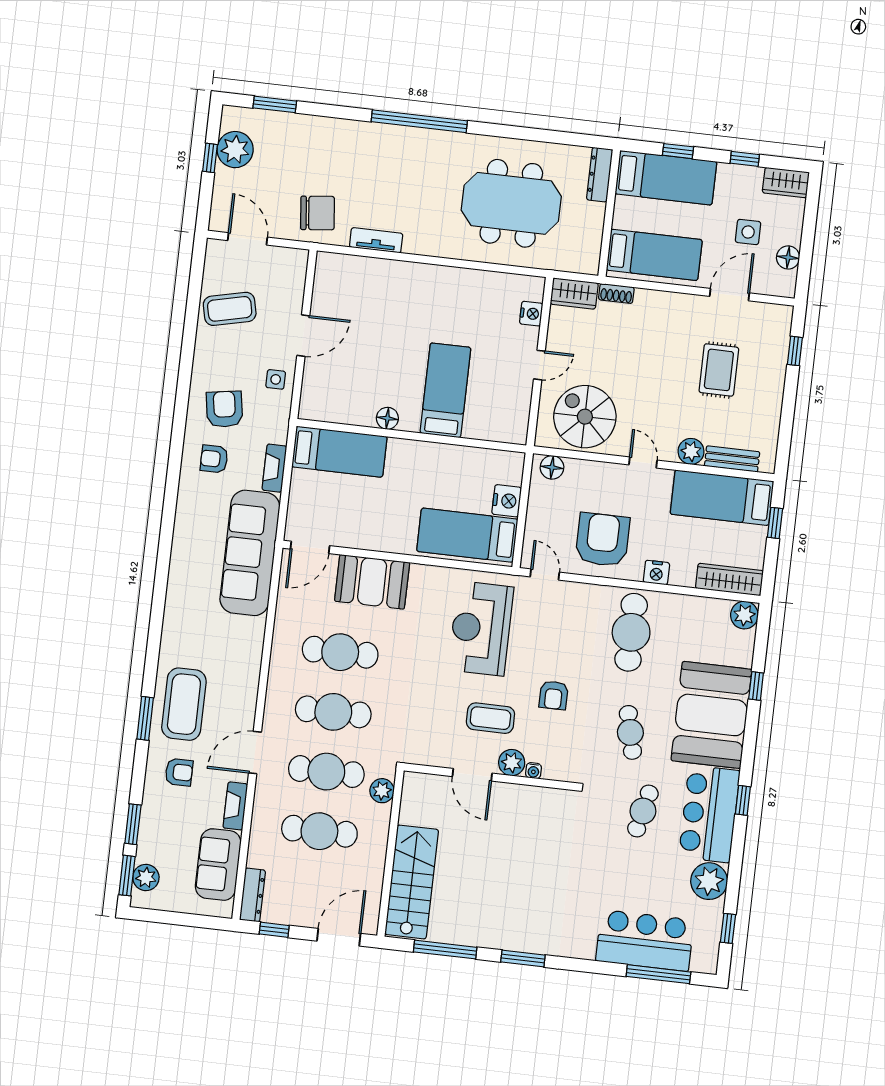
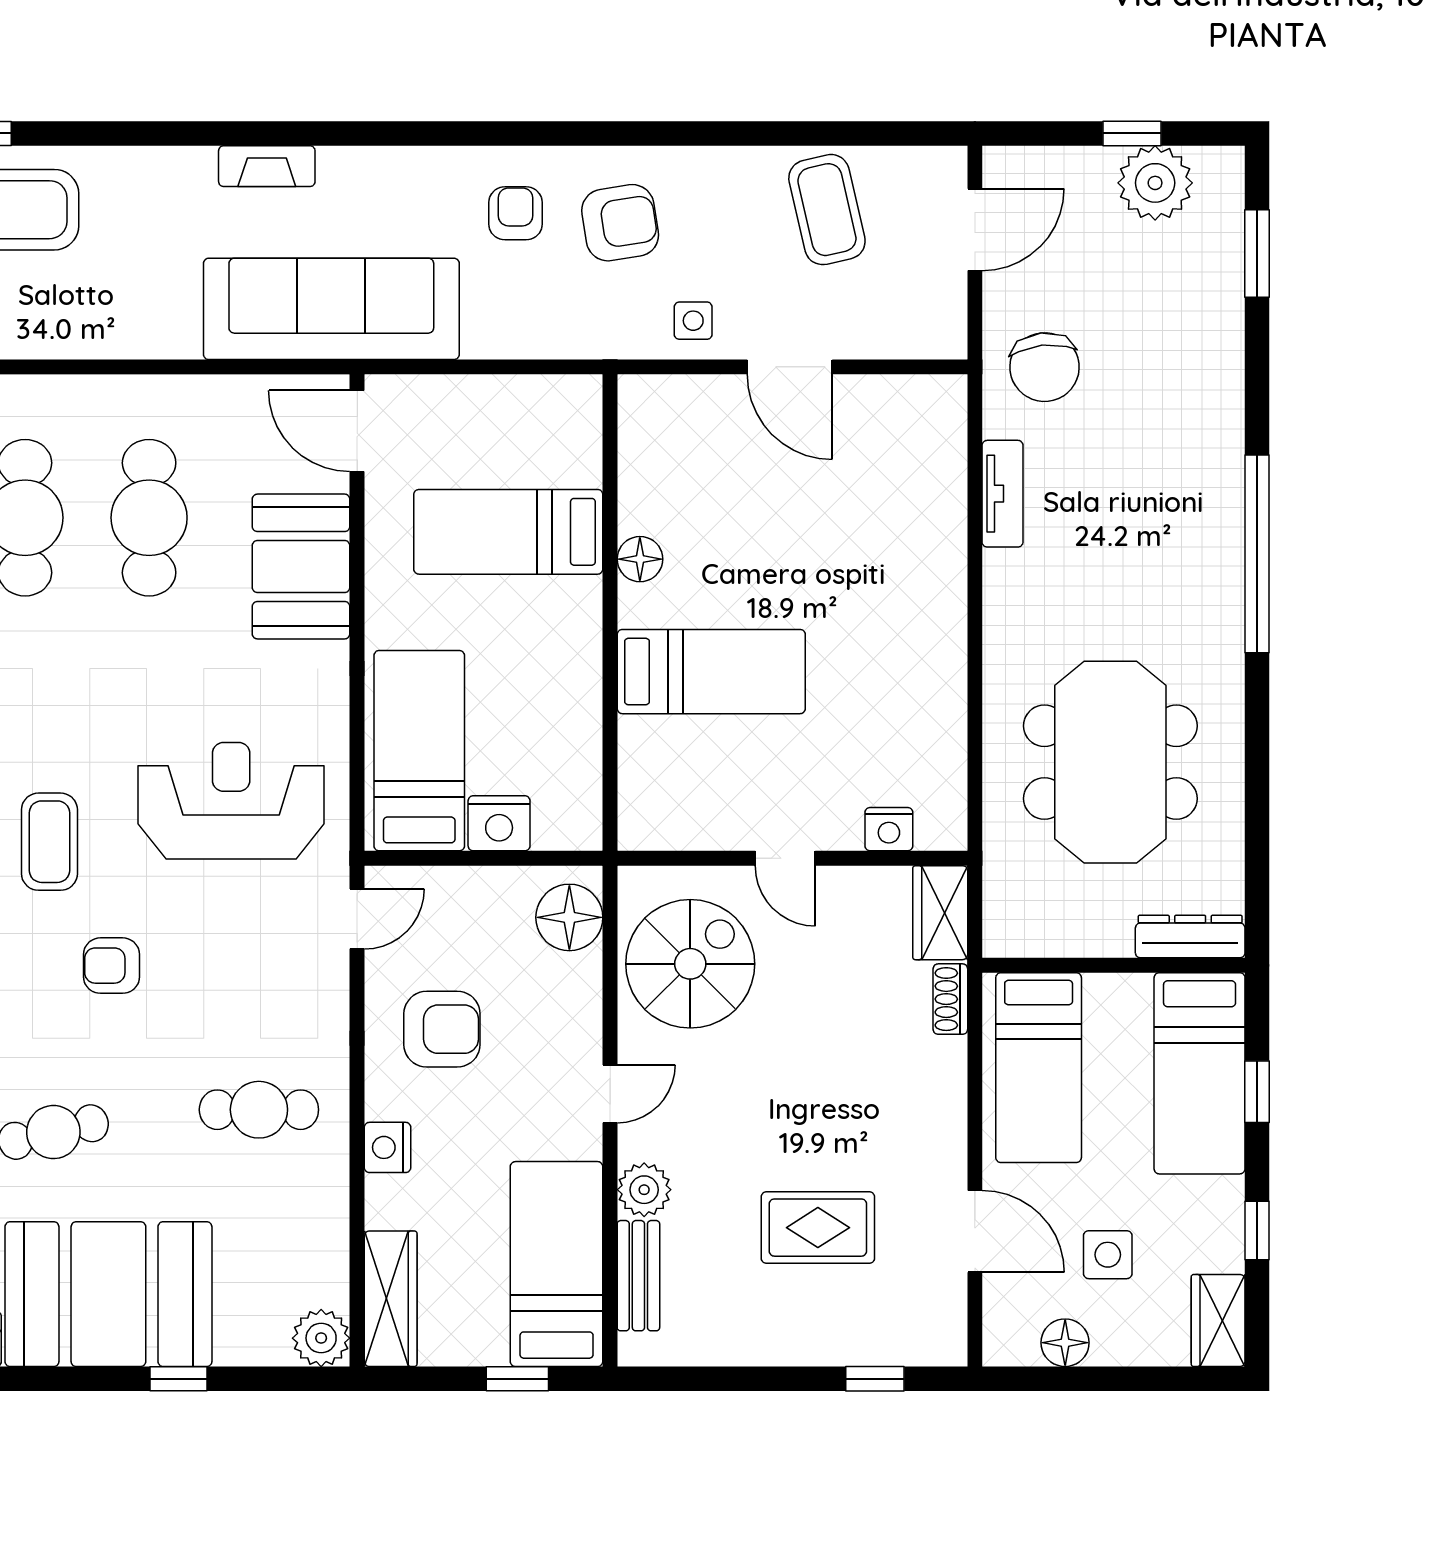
bed: (339, 452) -> (508, 532), moved, turned 90
floor lamp: (552, 467) -> (569, 917), width x1.38, depth x1.38
fireplace: (274, 468) -> (267, 166), moved, turned 180
armchair: (603, 540) -> (442, 1029), width x0.73, depth x0.73
cafe table: (631, 632) -> (259, 1110), width x0.73, depth x0.74

